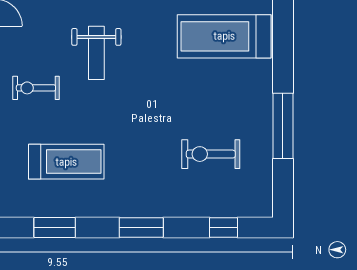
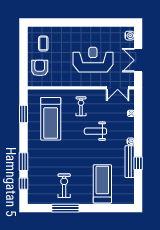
exercise bike: (211, 154) -> (64, 186), moved
treadmill: (66, 162) -> (51, 119), width x1.37, depth x1.38
window: (141, 227) -> (24, 162), moved

